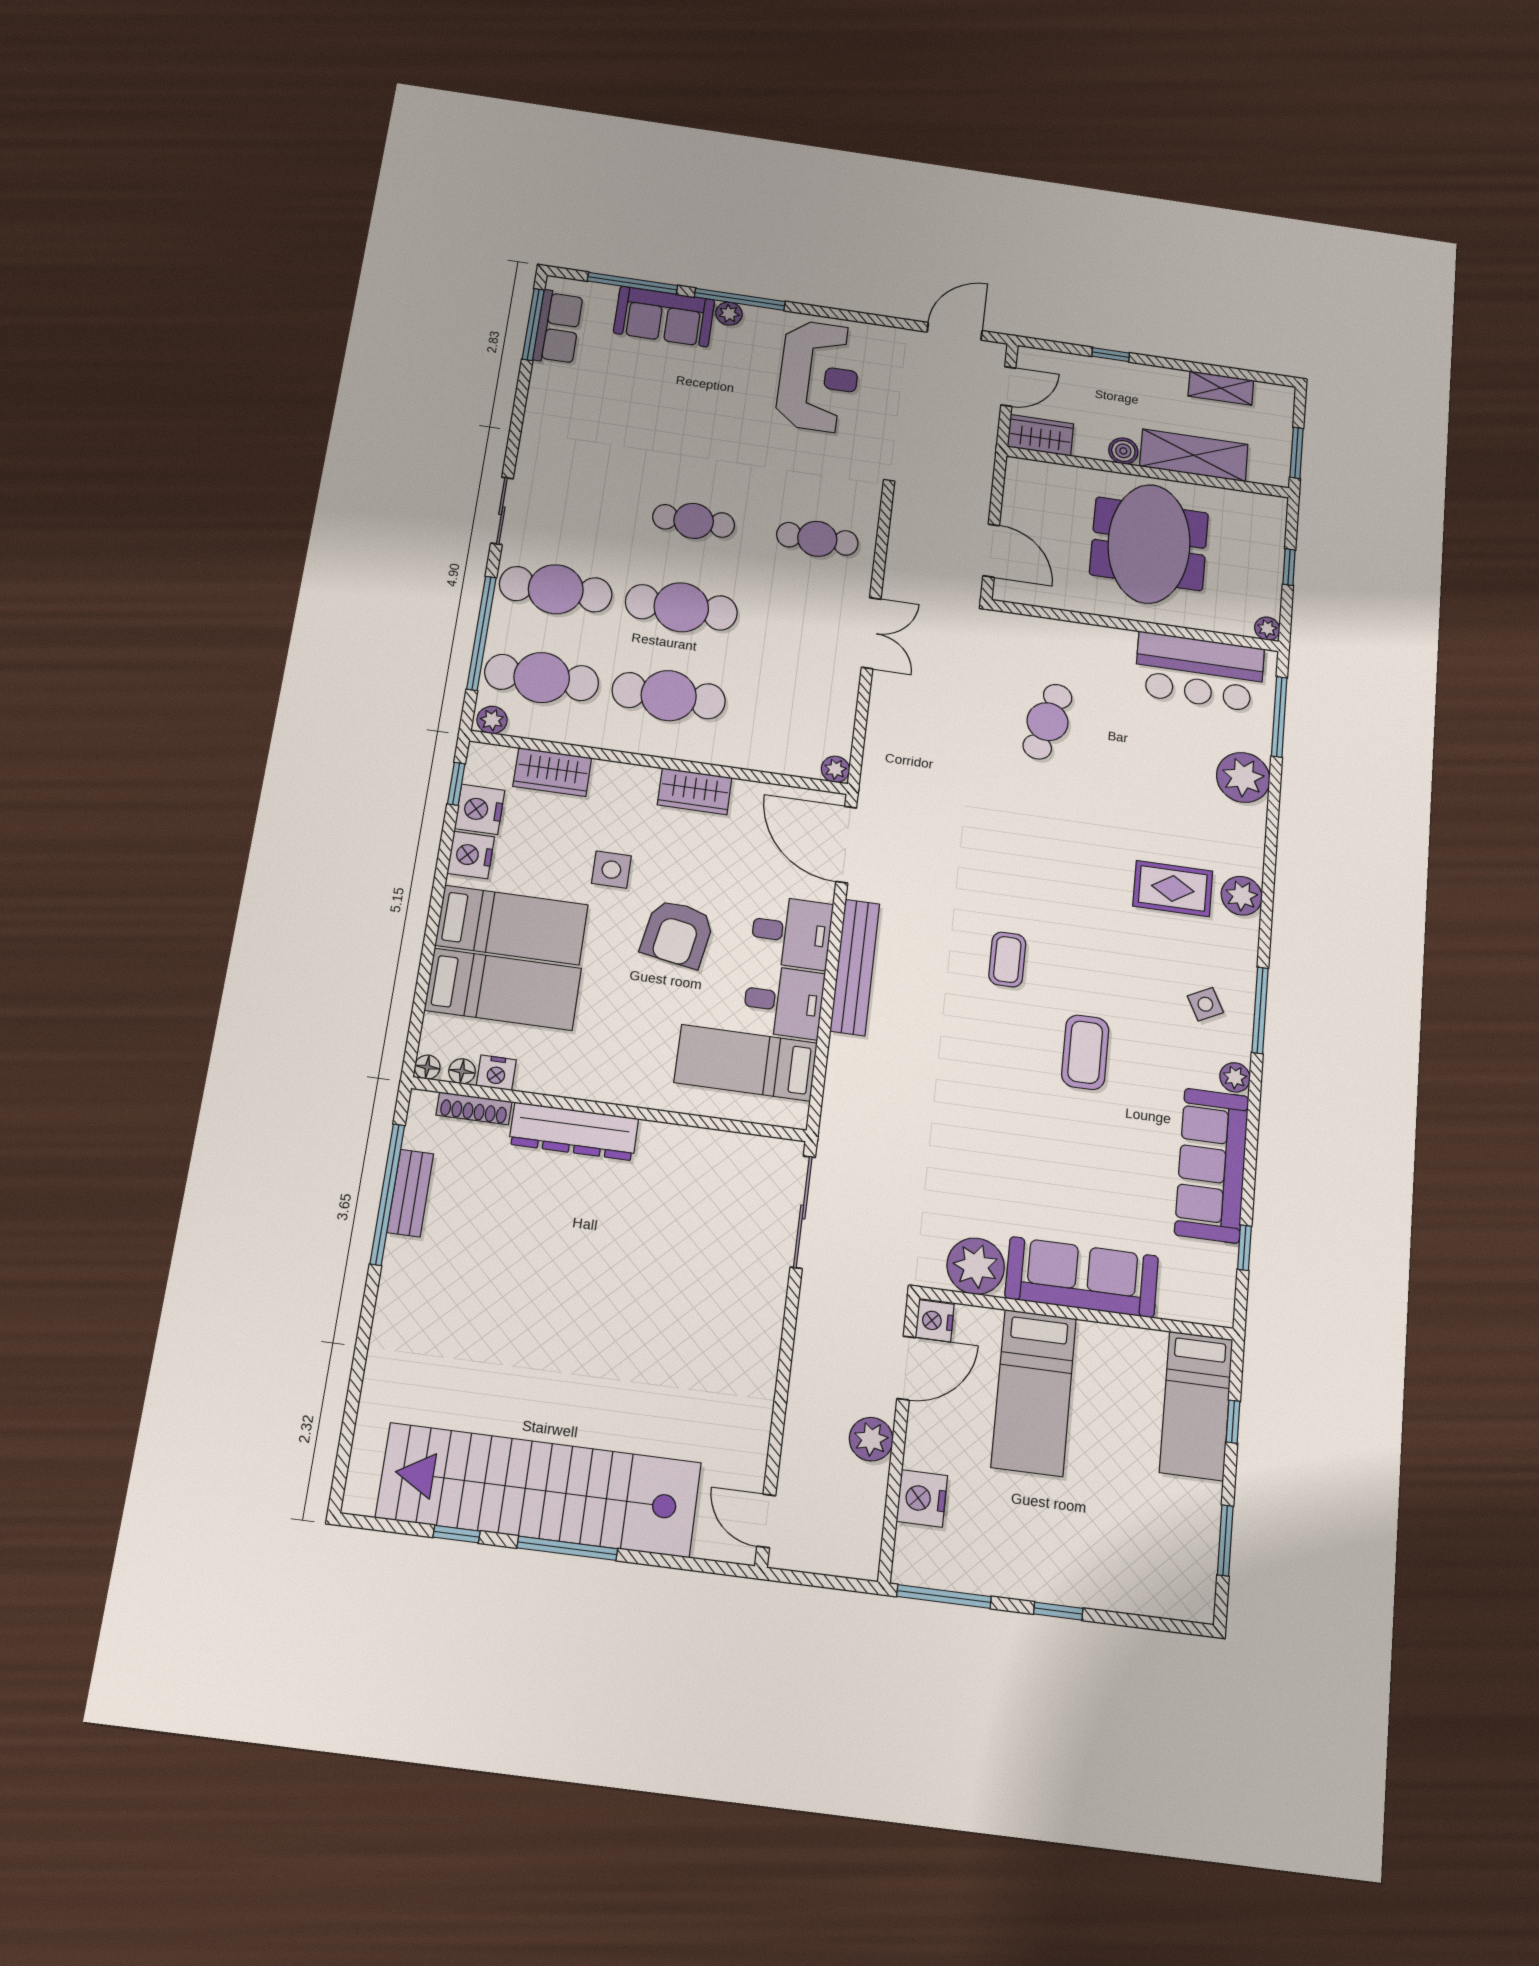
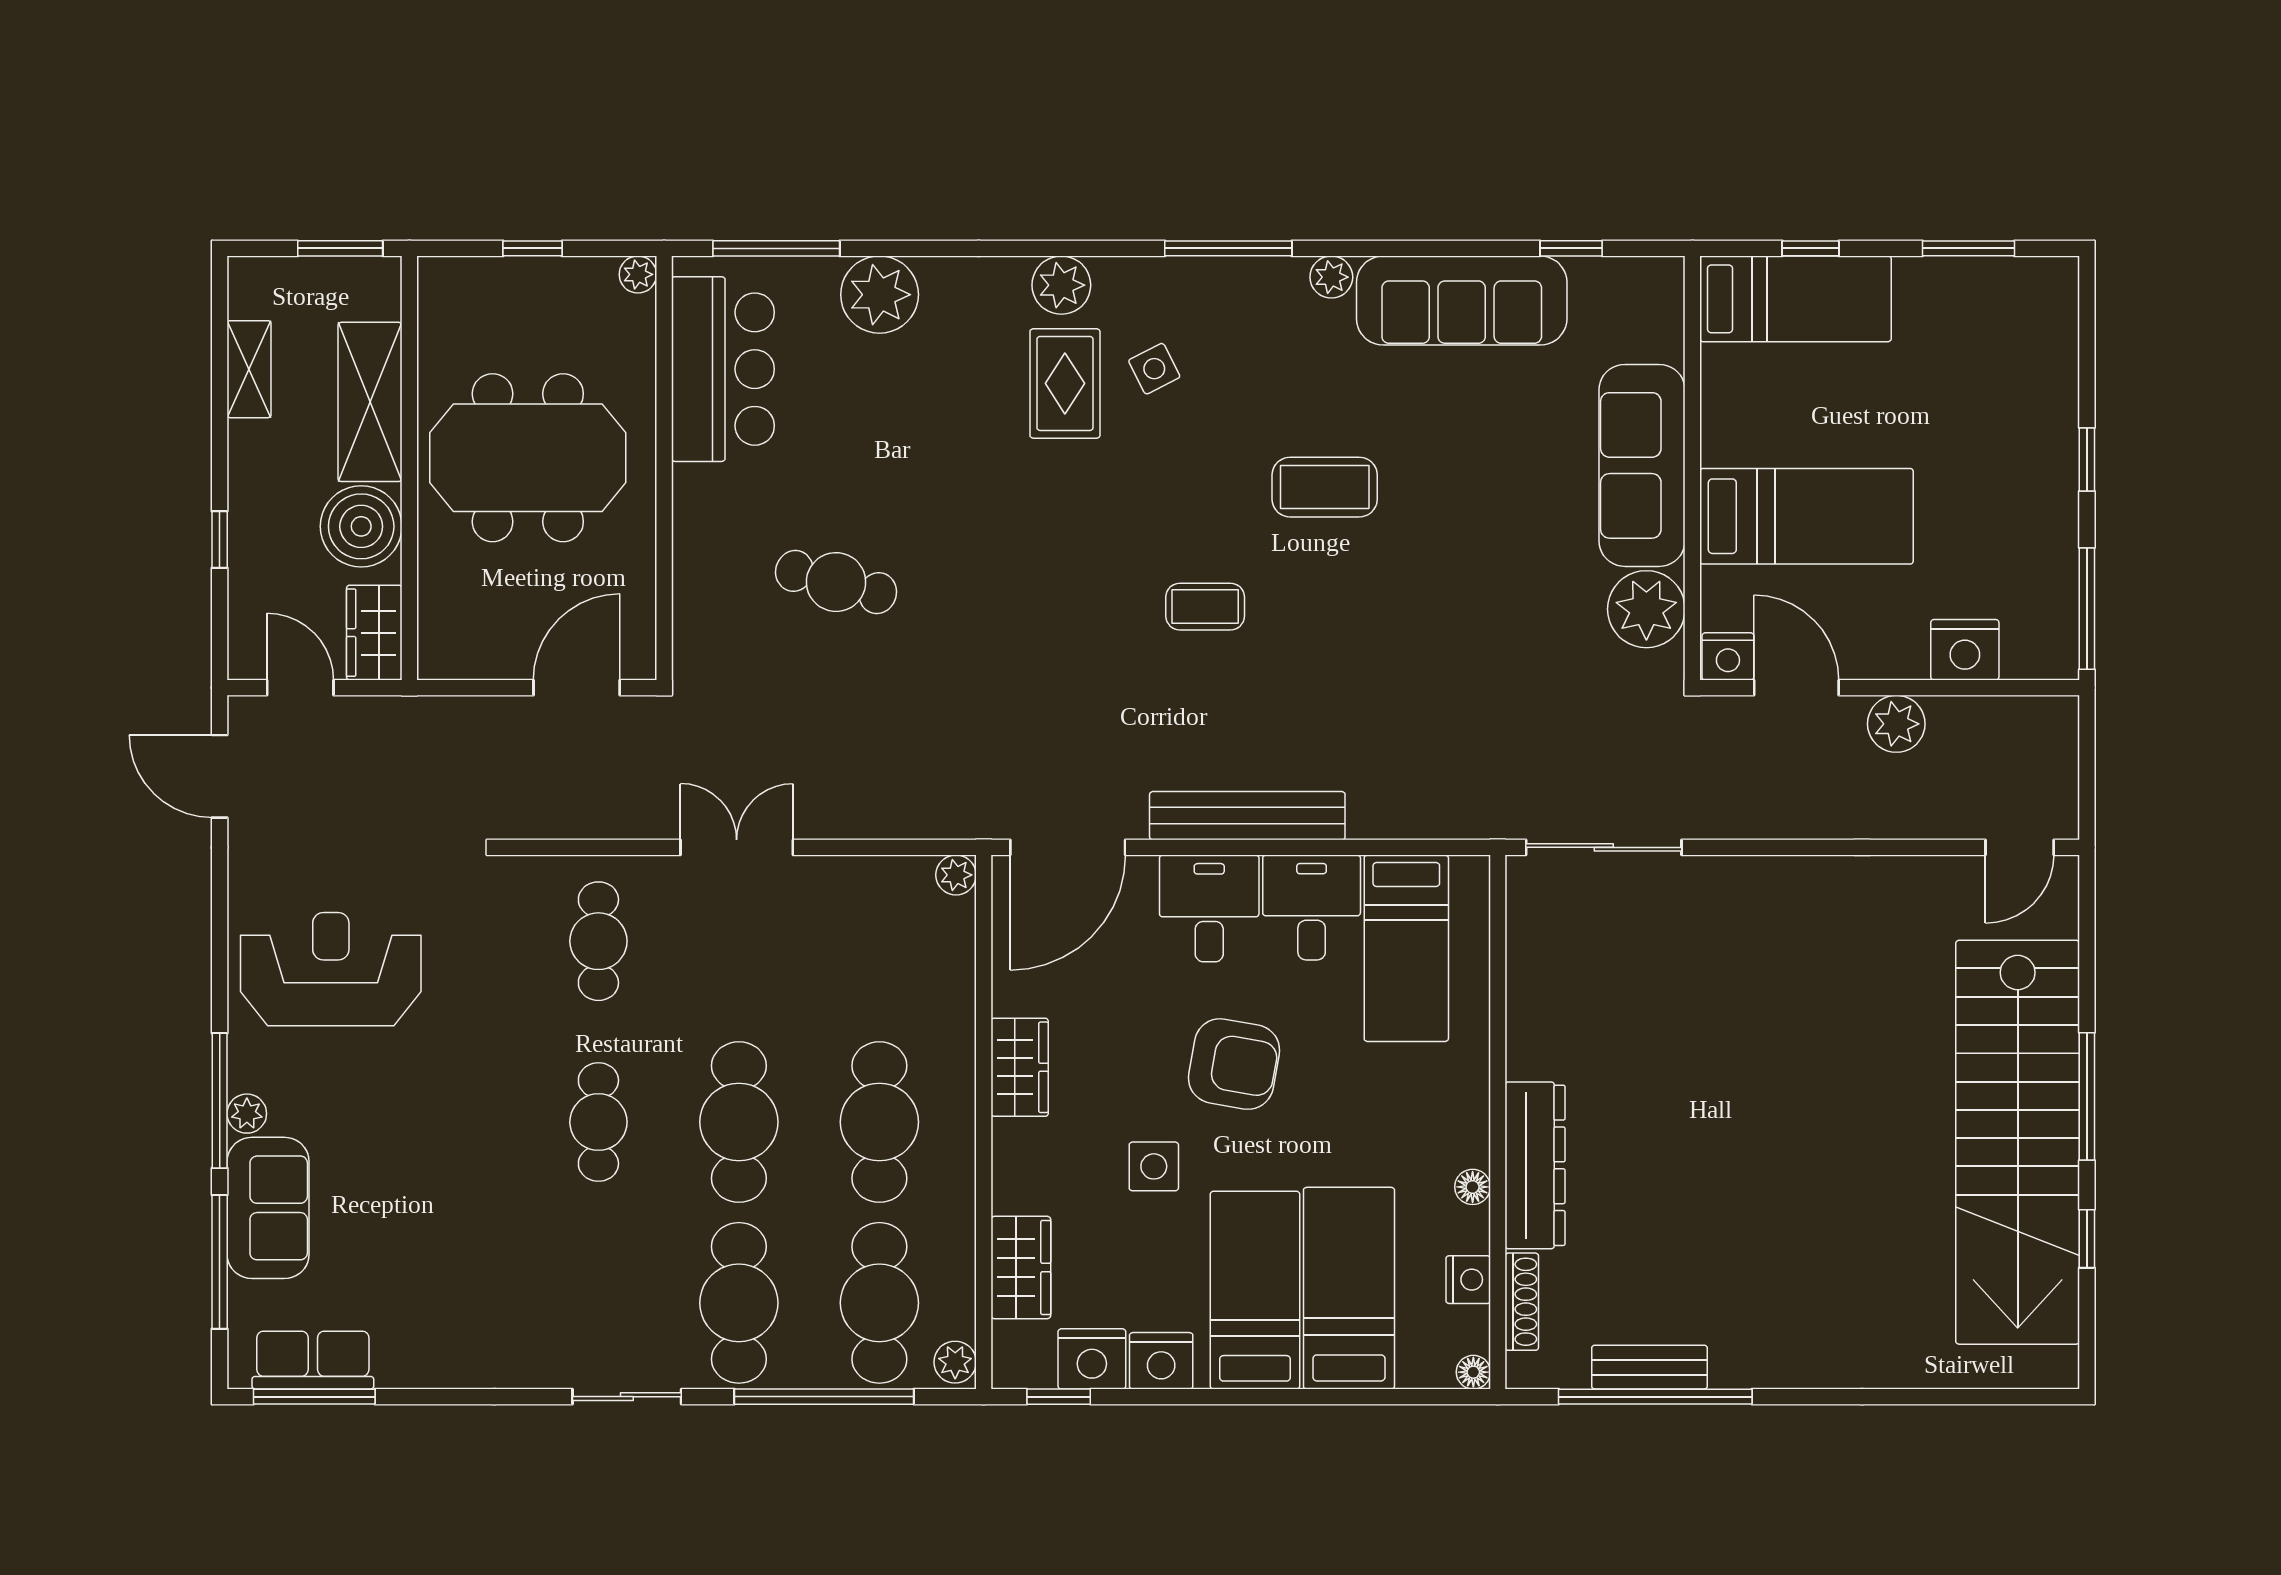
boiler: (1123, 451) -> (361, 526), width x1.86, depth x1.86
side table: (1205, 1004) -> (1154, 369), moved
floor lamp: (462, 1071) -> (1473, 1187), moved

